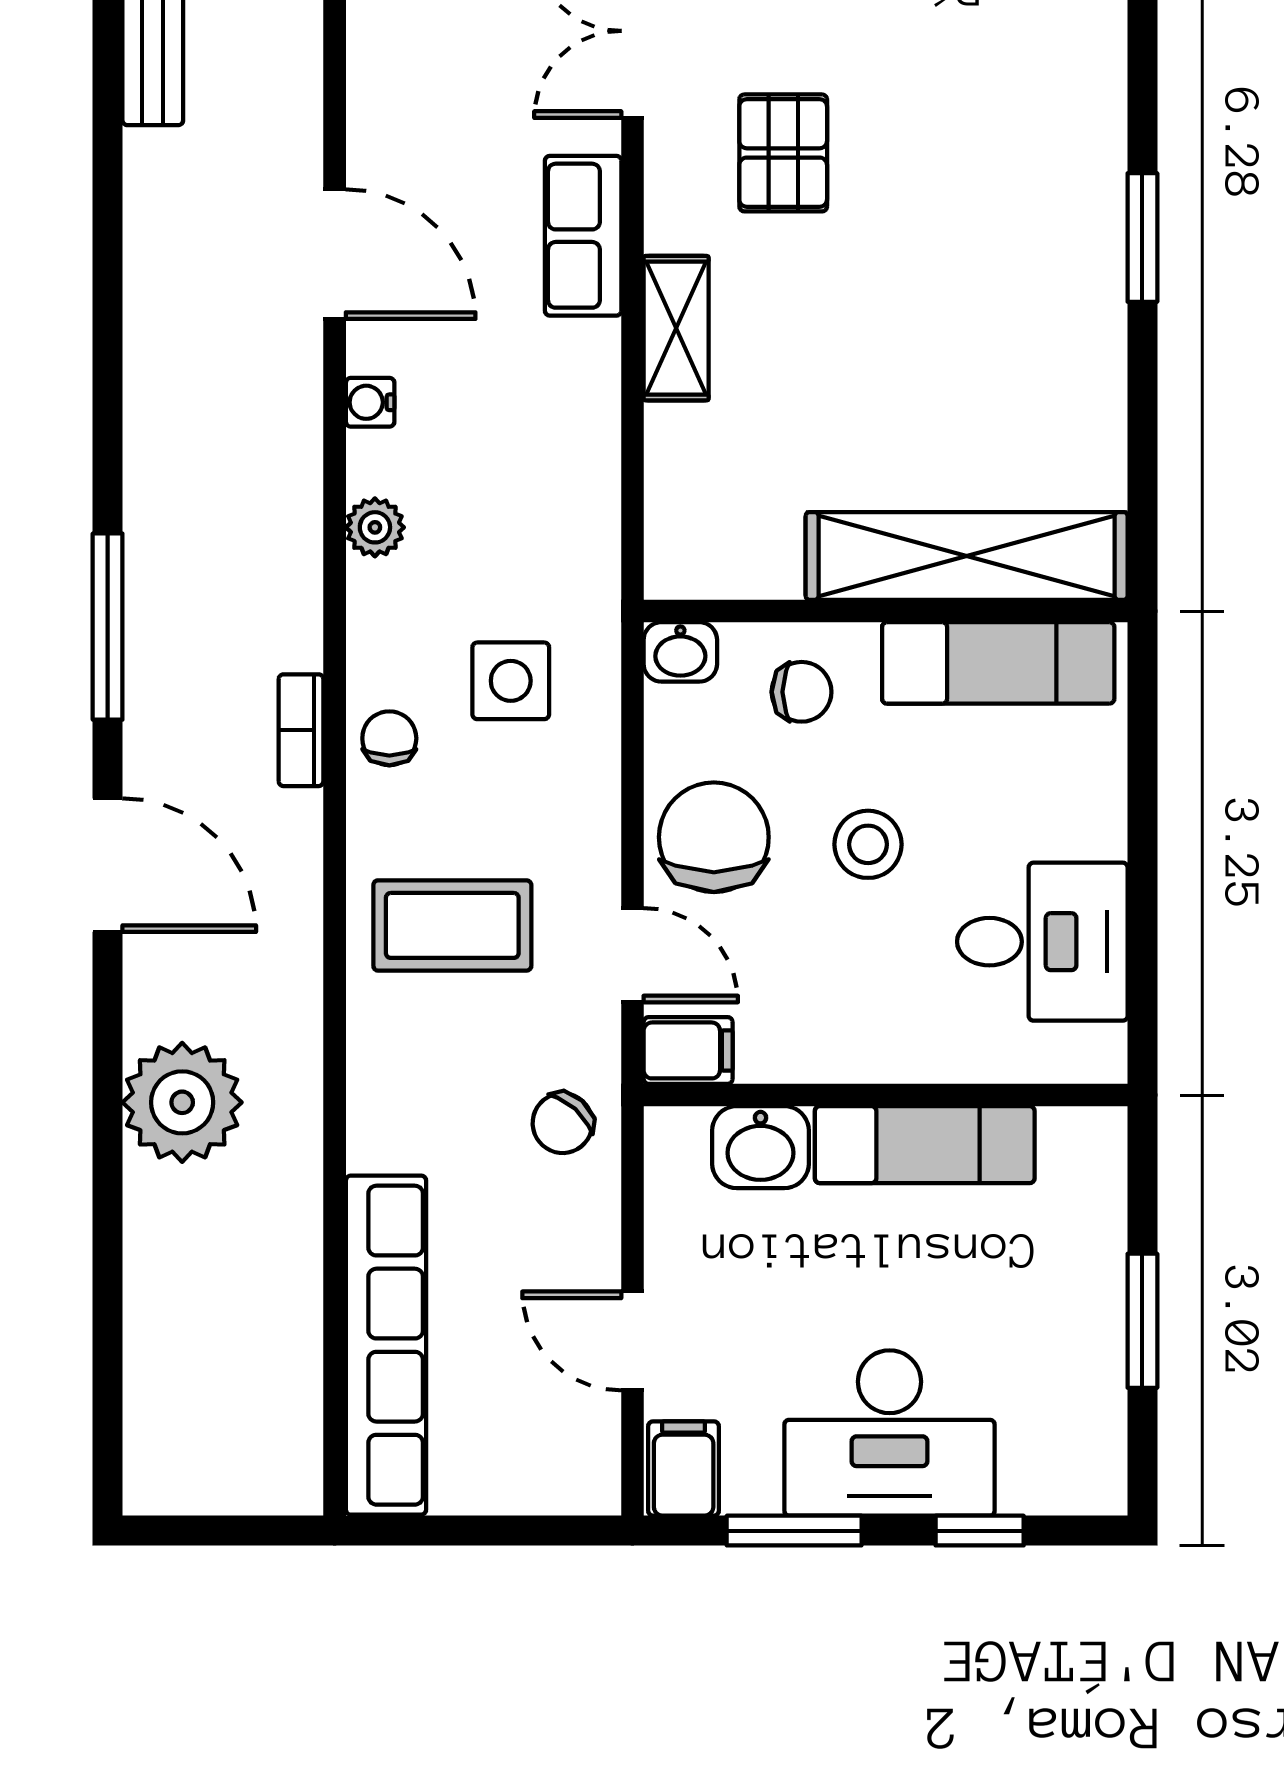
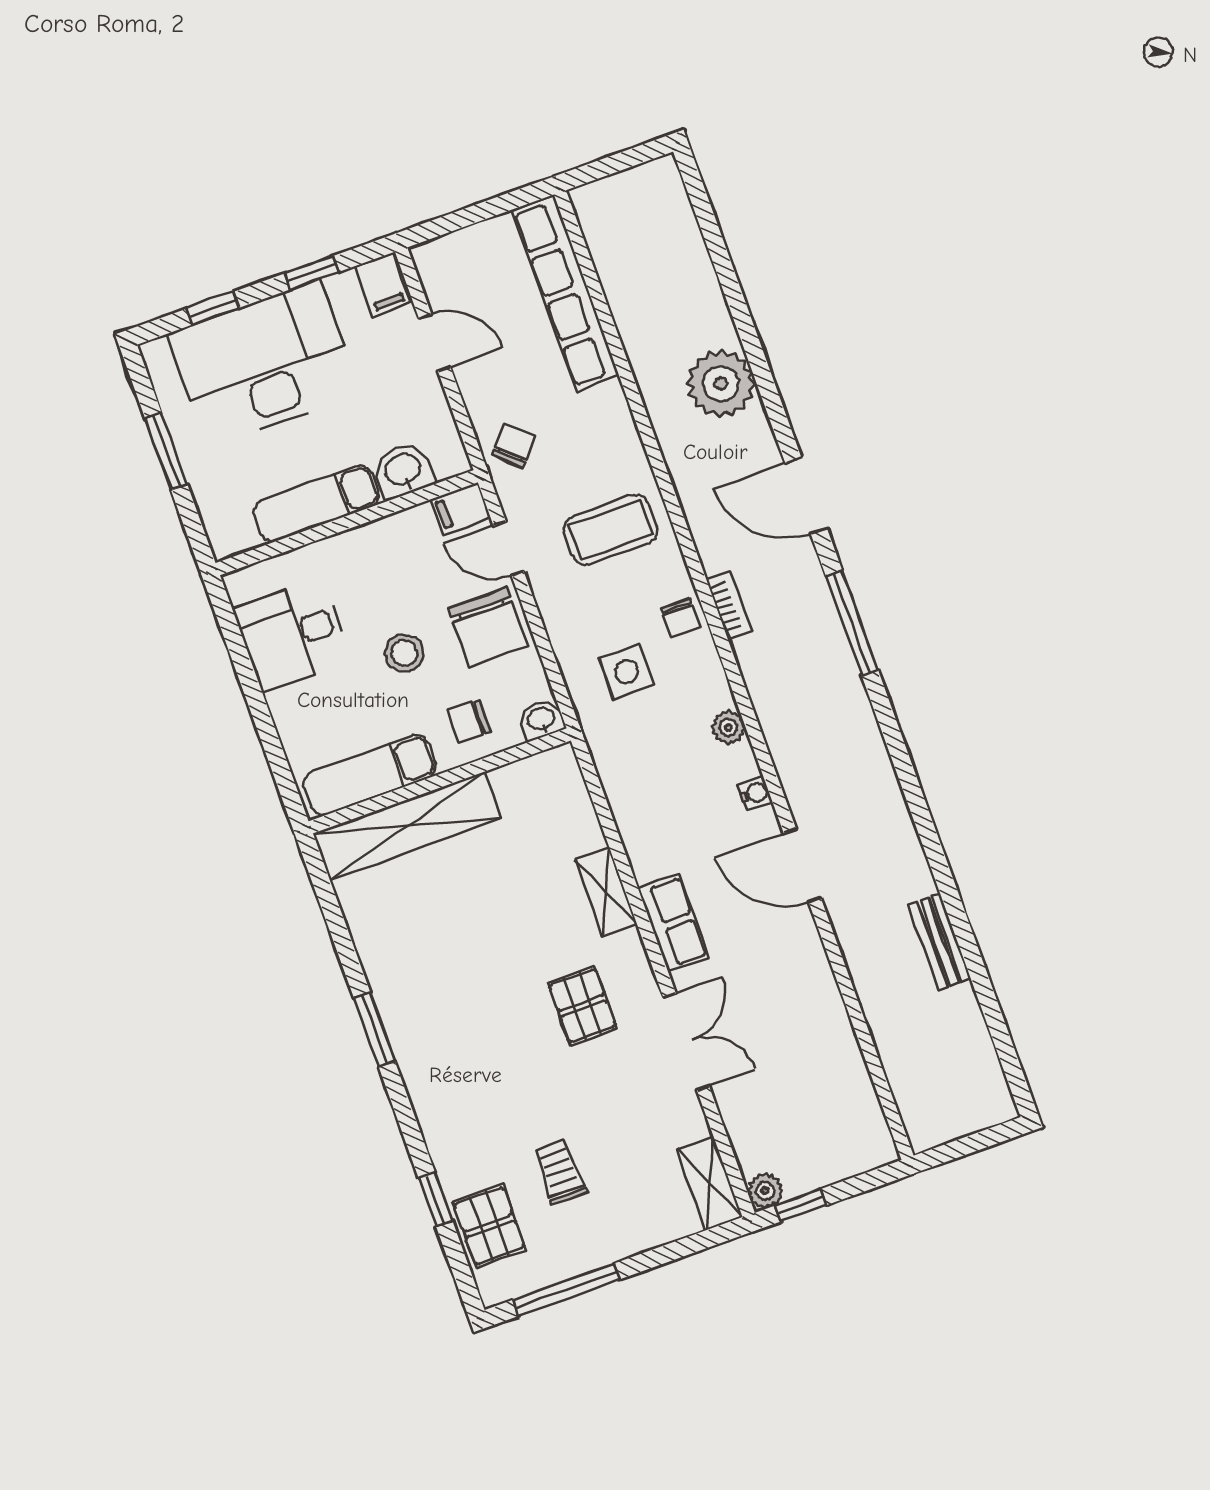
desk: (890, 1433) -> (264, 364), width x1.36, depth x1.30
window: (794, 1531) -> (312, 273), width x0.67

